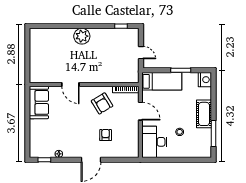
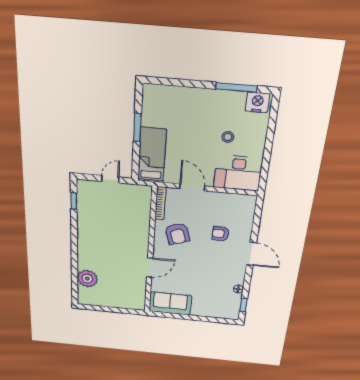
plant: (82, 36) -> (87, 279), moved
nightstand: (205, 80) -> (257, 102), moved
armchair: (102, 103) -> (177, 234), turned 103
door: (140, 111) -> (192, 187), hinge flipped
cot: (204, 114) -> (205, 99), removed

